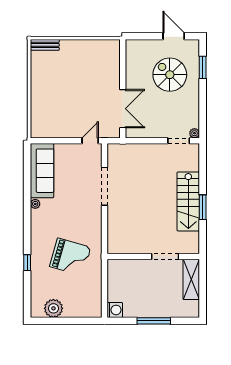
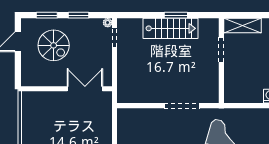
spiral stairs: (170, 75) -> (54, 45), turned -90
window: (203, 102) -> (79, 15), added
door: (90, 141) -> (115, 119), removed
doorway: (105, 186) -> (182, 106), moved

